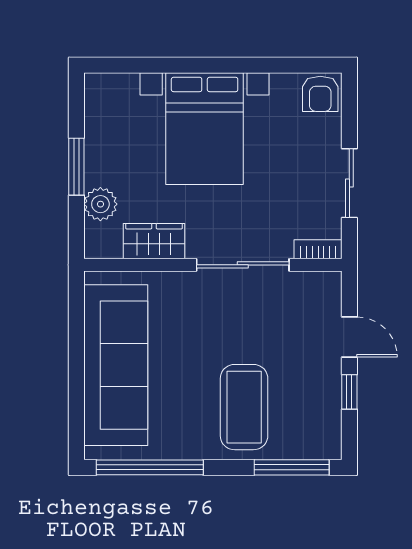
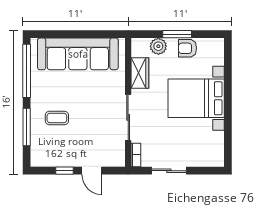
armchair: (320, 94) -> (188, 48), moved
door: (349, 337) -> (92, 171), hinge flipped
coffee table: (244, 407) -> (57, 118), width x0.54, depth x0.58
window: (292, 467) -> (27, 127), moved

